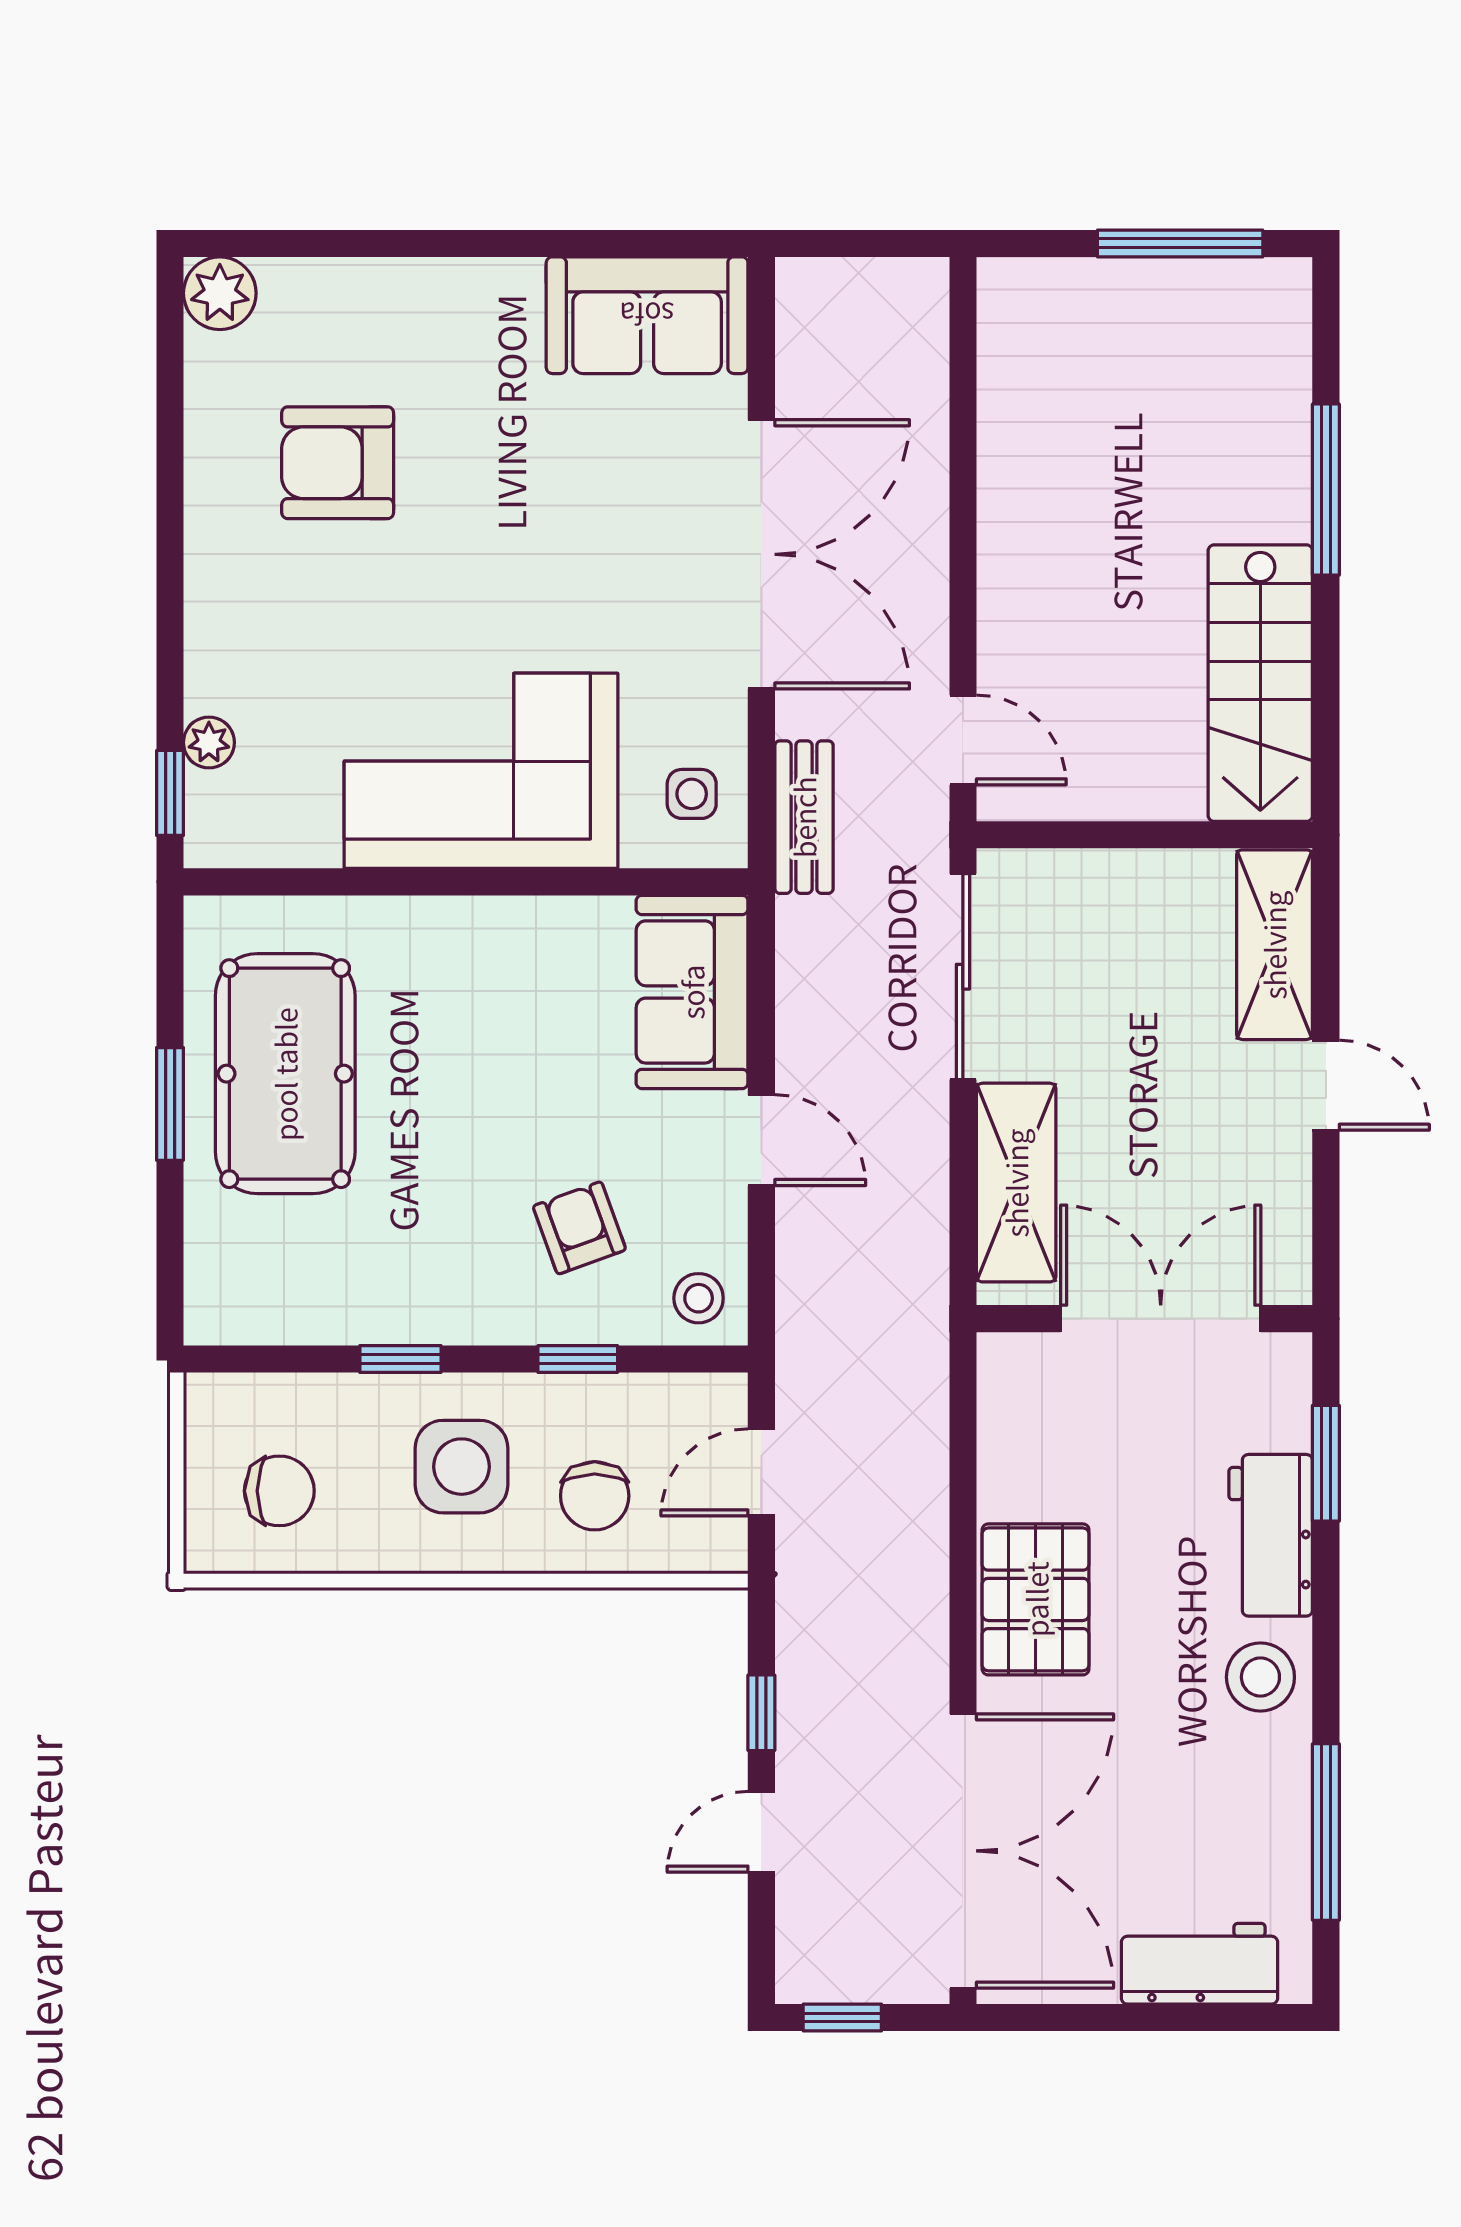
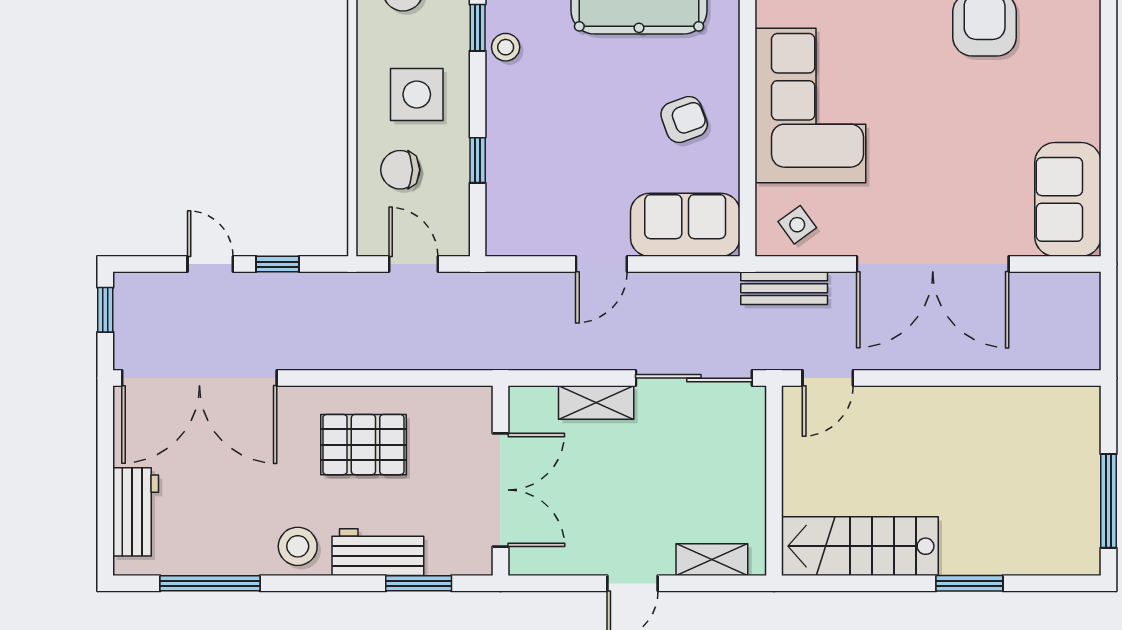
window: (1326, 490) -> (969, 583), width x0.69
side table: (692, 794) -> (797, 225), turned -36
shelving: (1274, 945) -> (712, 560), width x0.67, depth x0.75
shelving: (1016, 1183) -> (596, 403), width x0.67, depth x0.75
armchair: (579, 1228) -> (684, 120), moved
stool: (699, 1298) -> (506, 47), moved
window: (400, 1359) -> (478, 28), moved
pallet: (1036, 1599) -> (363, 445), moved

